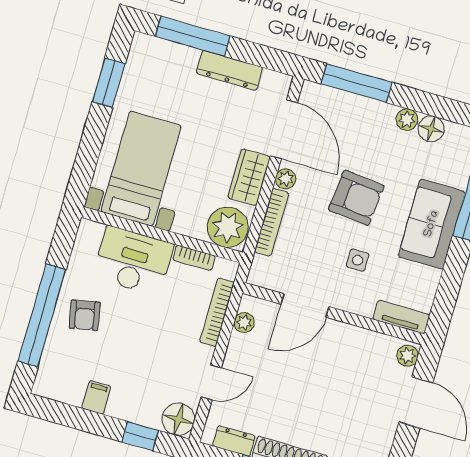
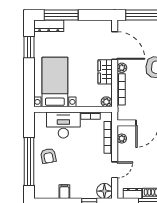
dresser: (230, 70) -> (49, 26), moved
plant: (228, 227) -> (106, 102), width x0.53, depth x0.53

